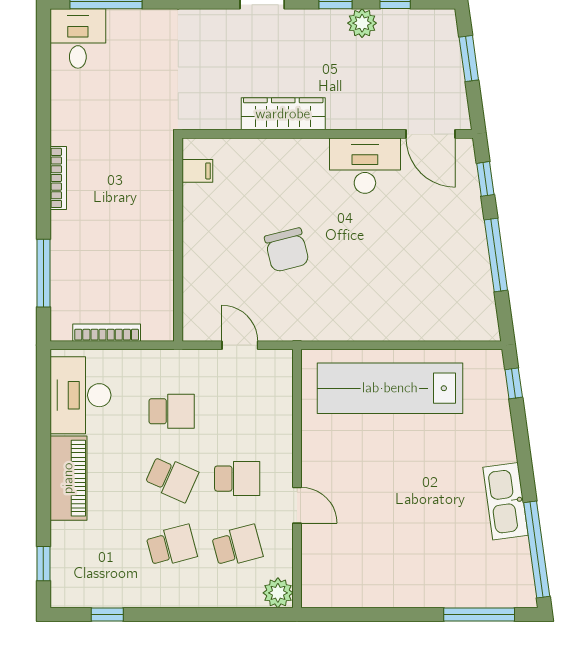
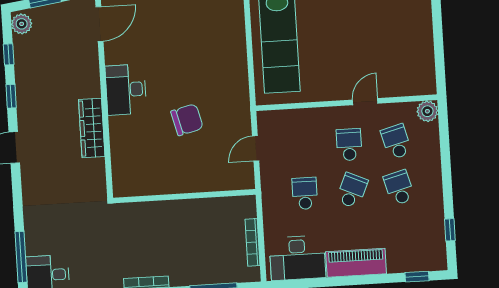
plant: (362, 23) -> (22, 24), moved
desk: (365, 166) -> (126, 90), moved
filing cabinet: (197, 171) -> (135, 186), removed

